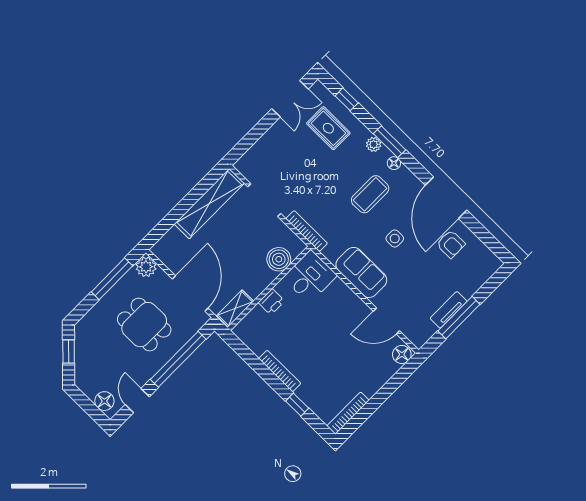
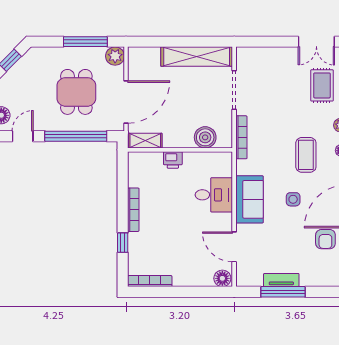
coffee table: (370, 194) -> (306, 155), turned 90
desk: (310, 277) -> (214, 195), moved

